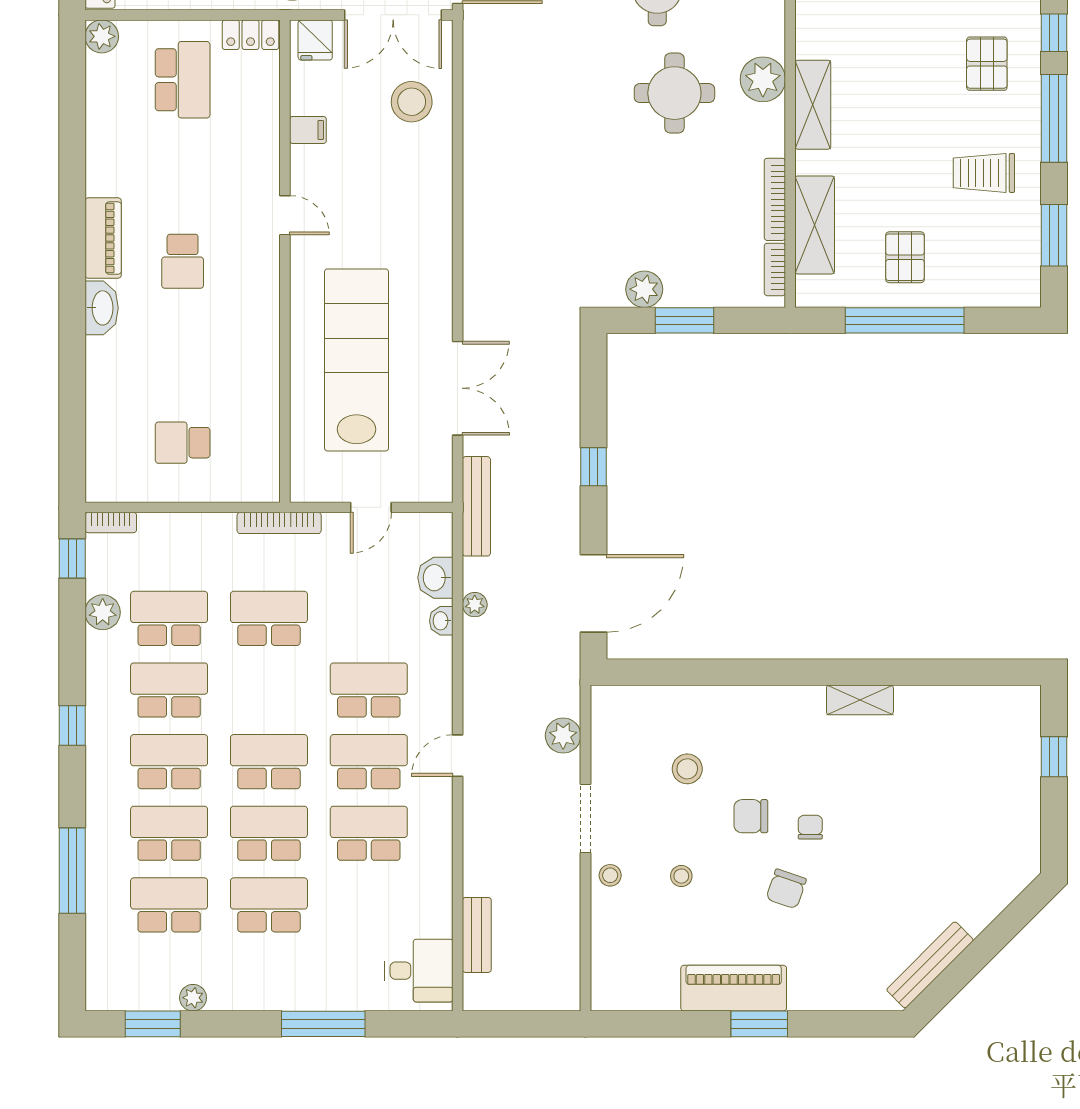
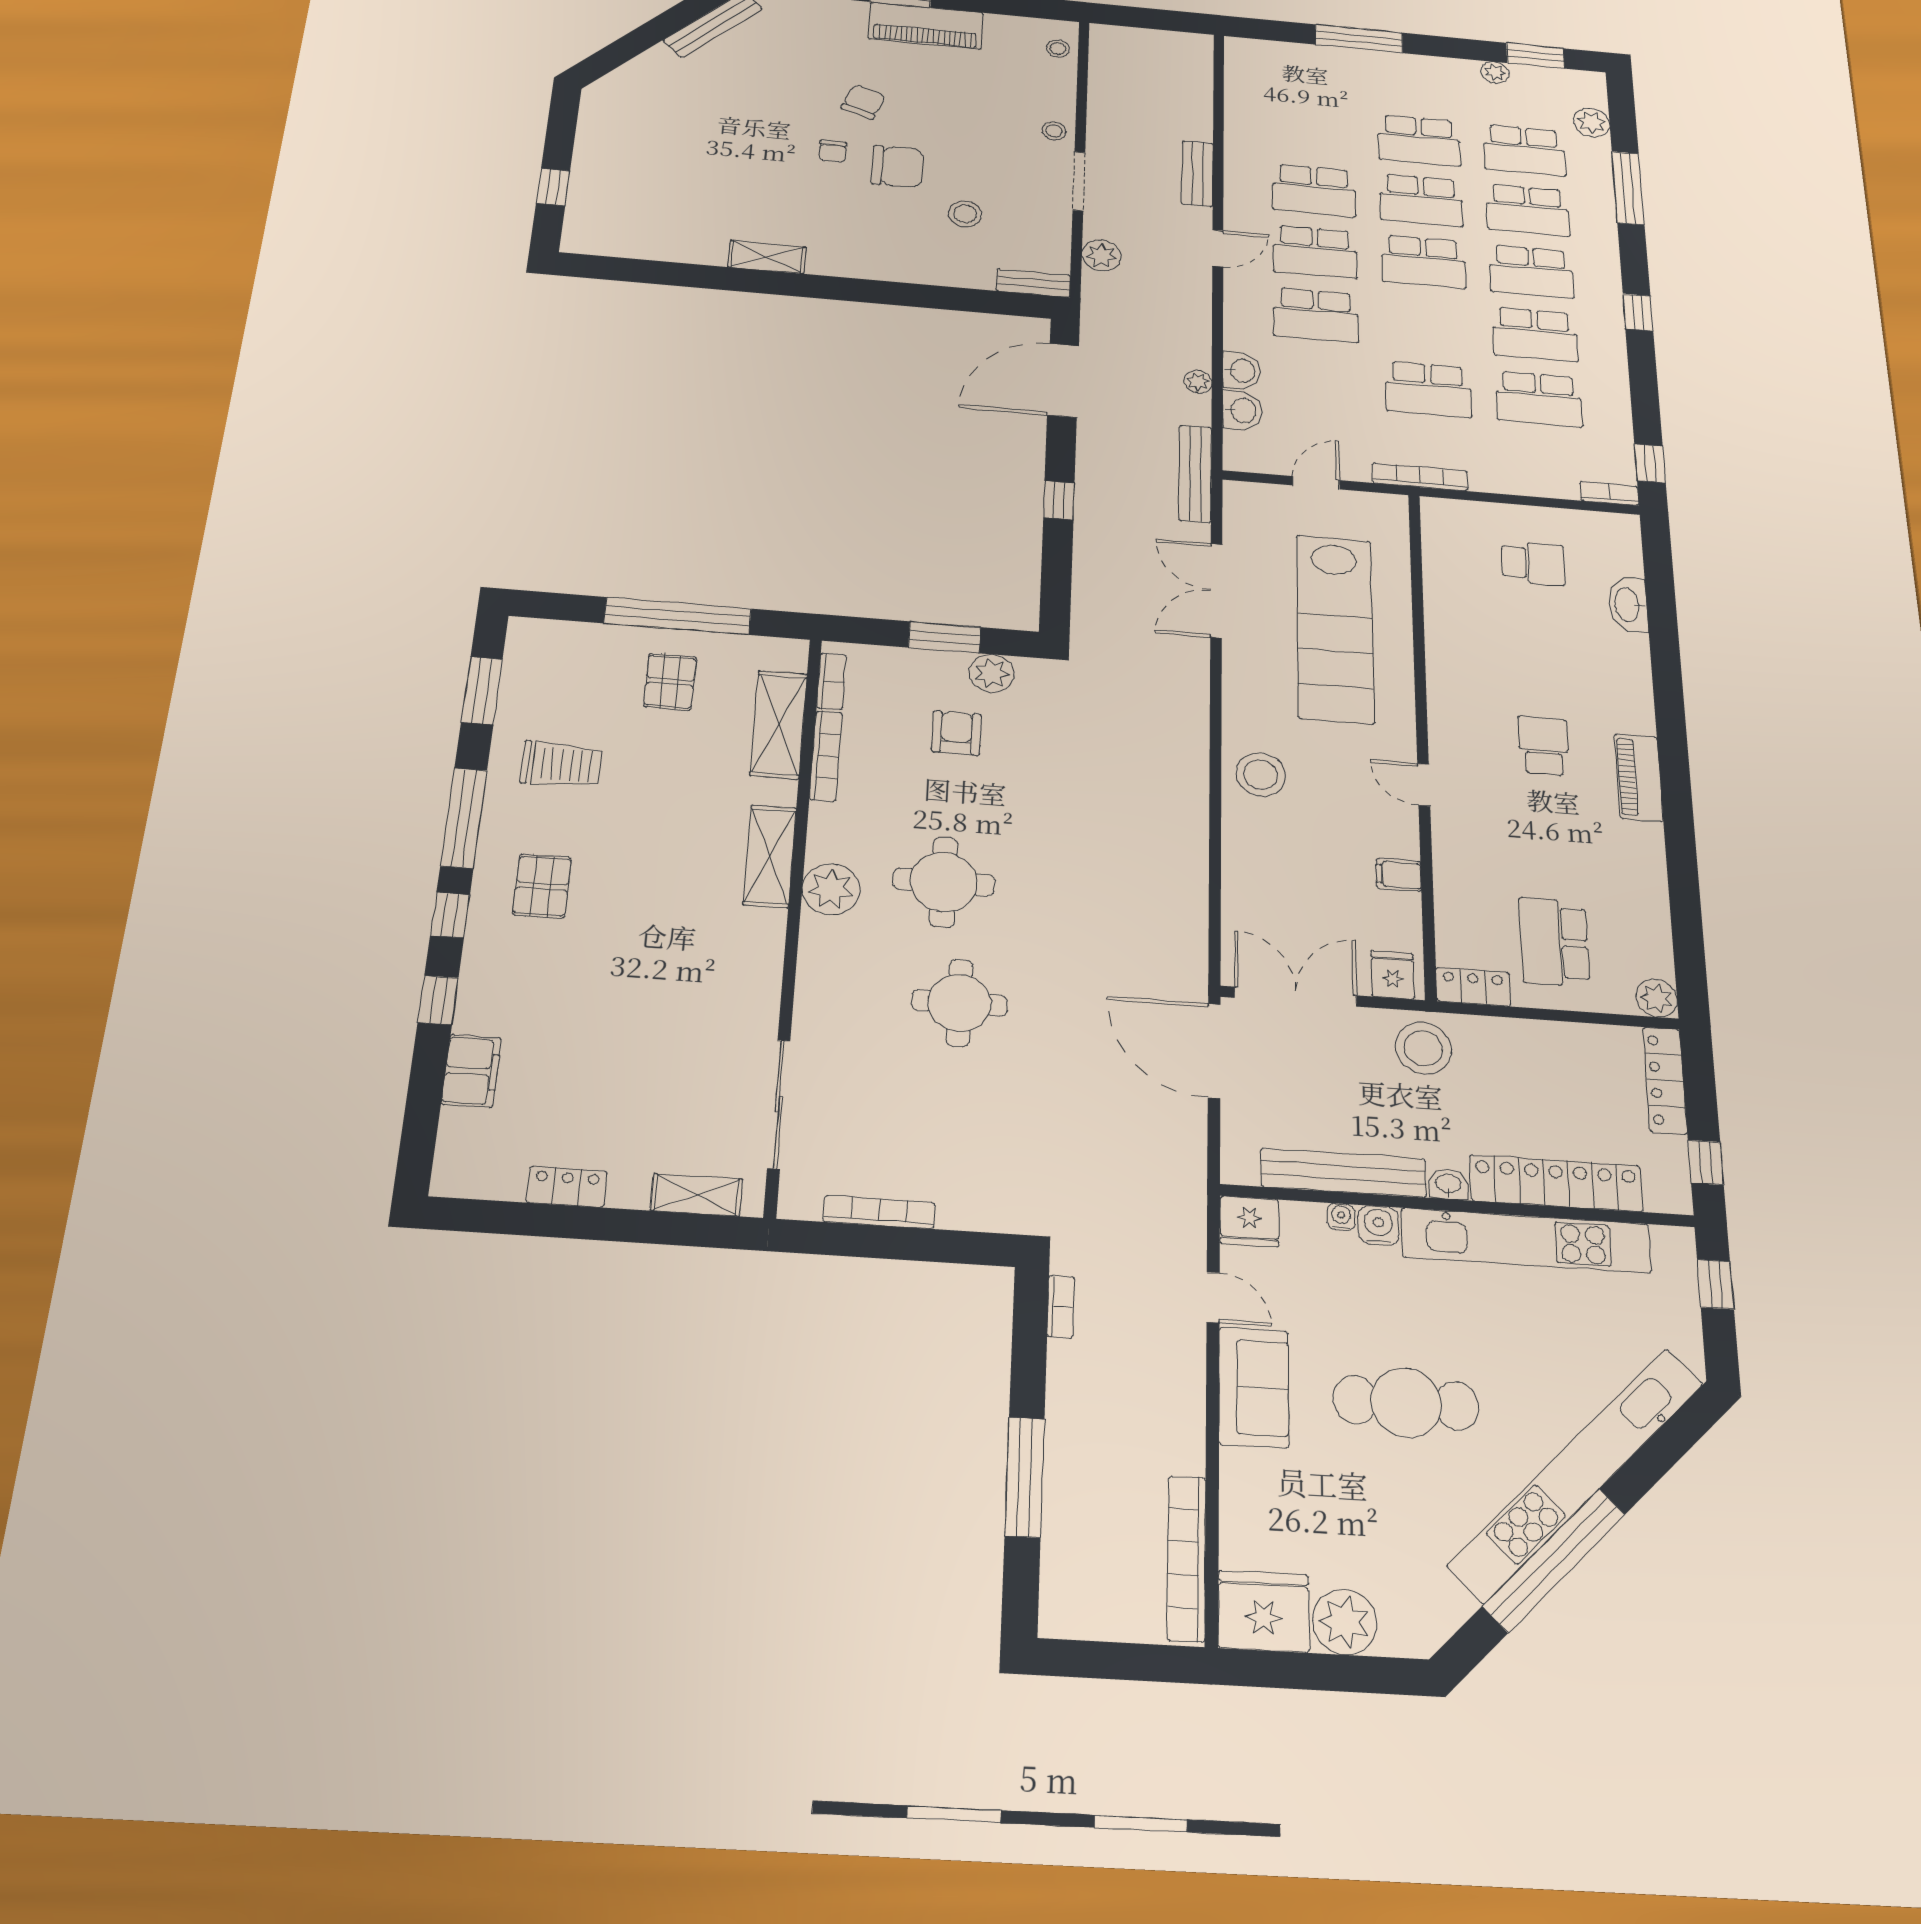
stool: (412, 102) -> (1261, 775), moved
armchair: (671, 230) -> (956, 733), added
washbasin: (102, 308) -> (1628, 605), moved
plant: (103, 612) -> (1591, 123), moved
washbasin: (441, 621) -> (1242, 371), width x1.38, depth x1.45
bench: (623, 697) -> (1033, 283), added
chair: (751, 816) -> (897, 167), width x1.37, depth x1.37
stool: (681, 876) -> (1058, 48), moved
bench: (477, 935) -> (1197, 174), moved
desk: (419, 971) -> (1260, 72), removed

